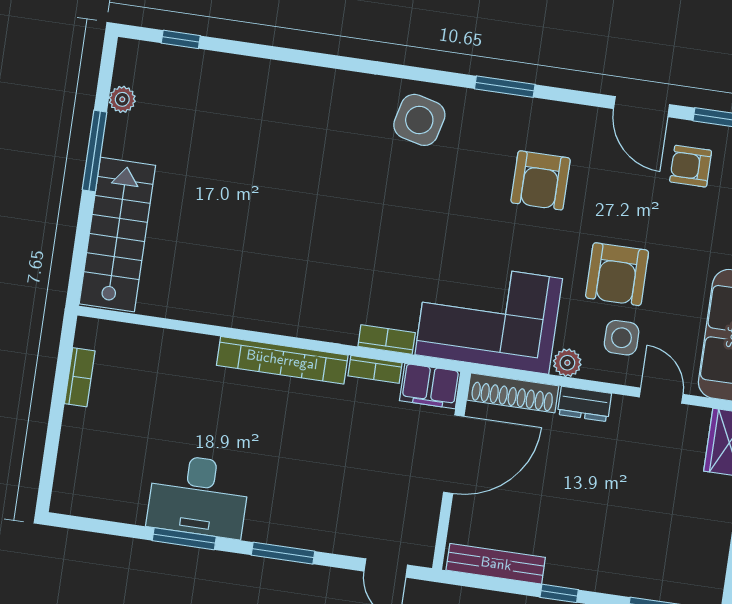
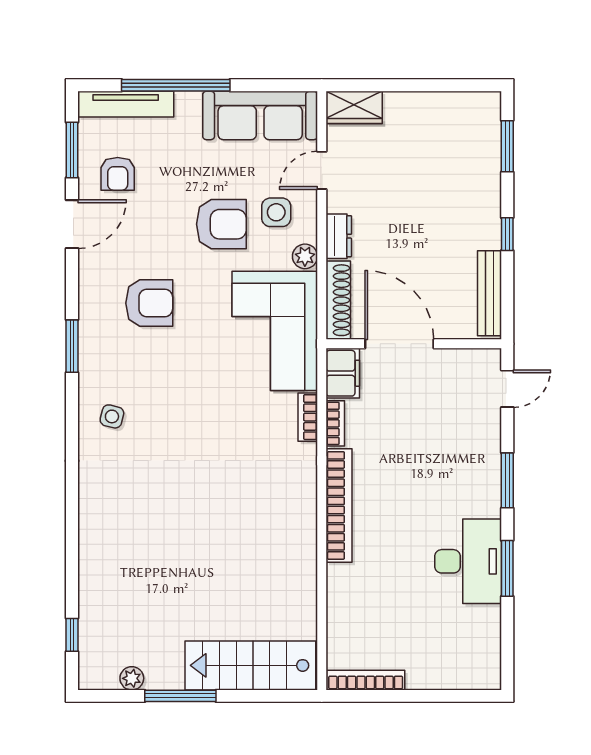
side table: (419, 120) -> (112, 416), width x0.54, depth x0.54
bookcase: (80, 377) -> (366, 680), width x1.56

